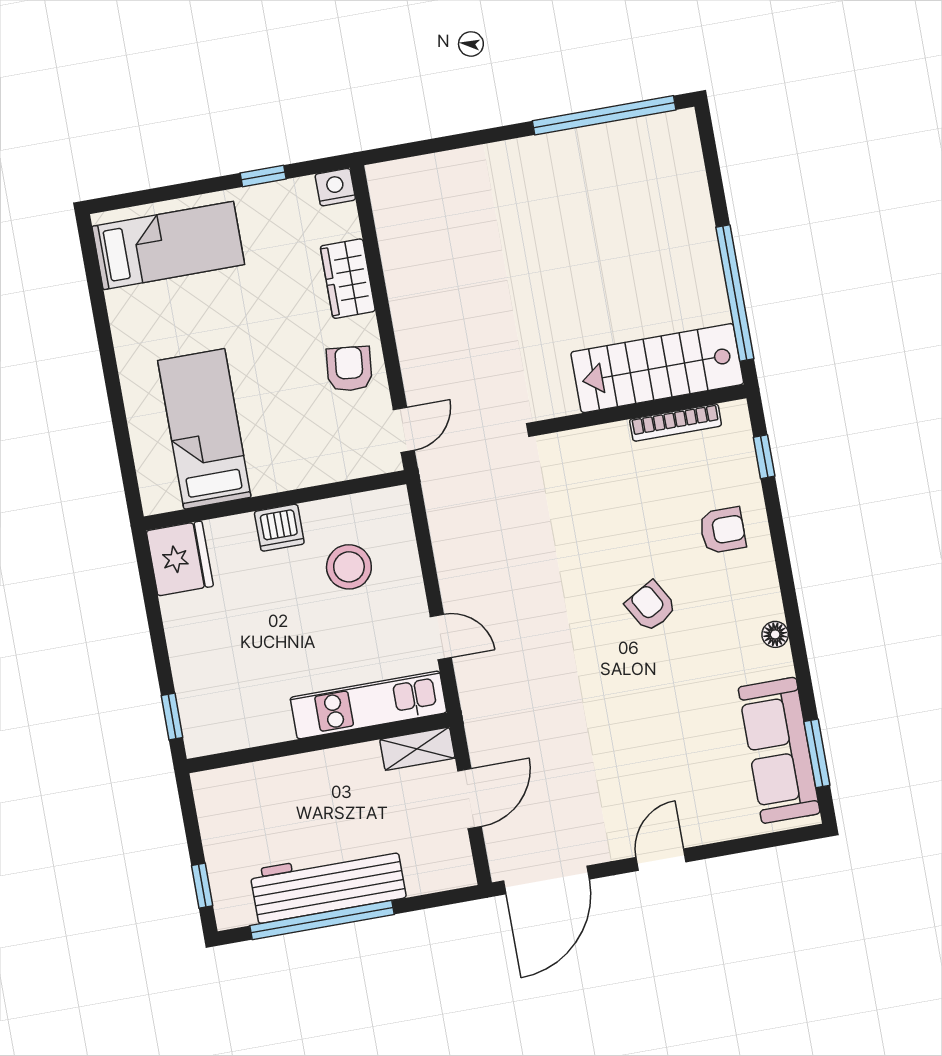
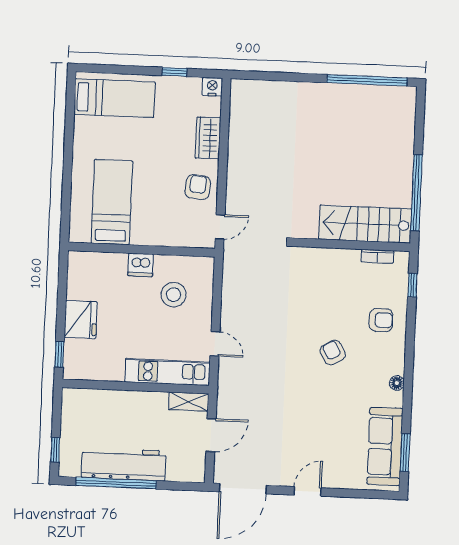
bookcase: (676, 423) -> (377, 256), width x0.64
fridge: (180, 558) -> (81, 319), moved

